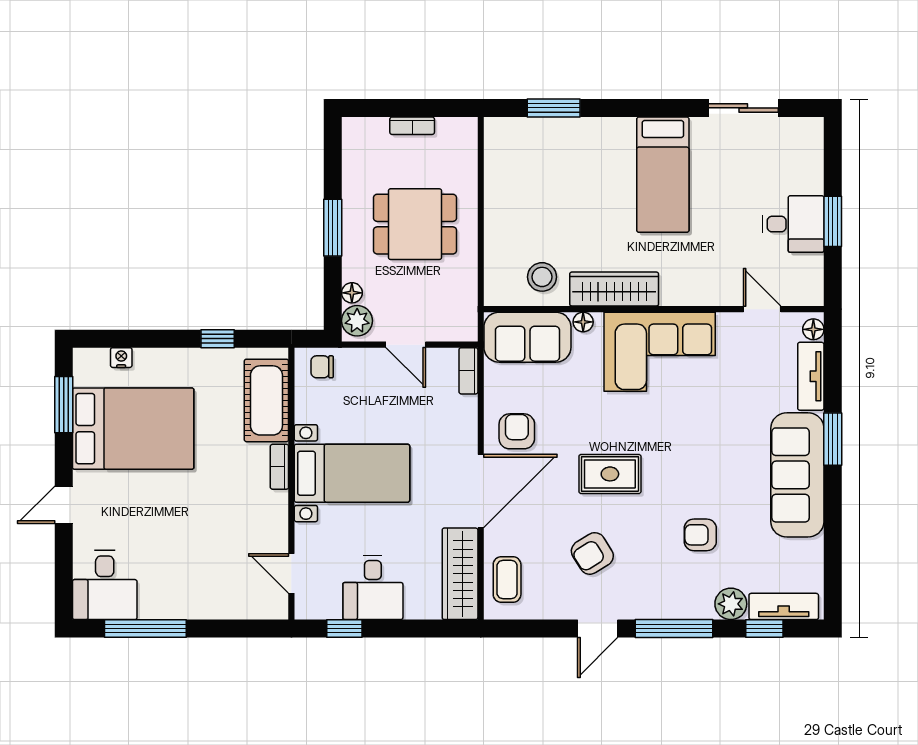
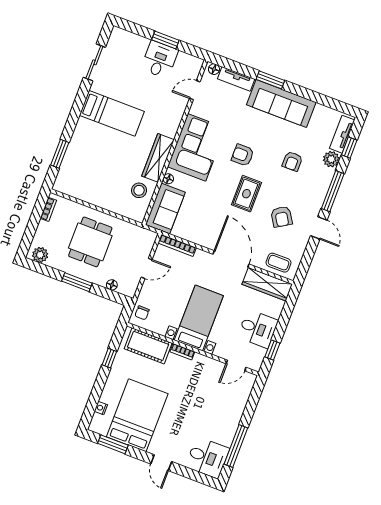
bookcase: (412, 126) -> (48, 209), moved
plant: (357, 321) -> (40, 255), moved
bookcase: (468, 371) -> (177, 245), width x1.56
armchair: (517, 431) -> (243, 155), moved

